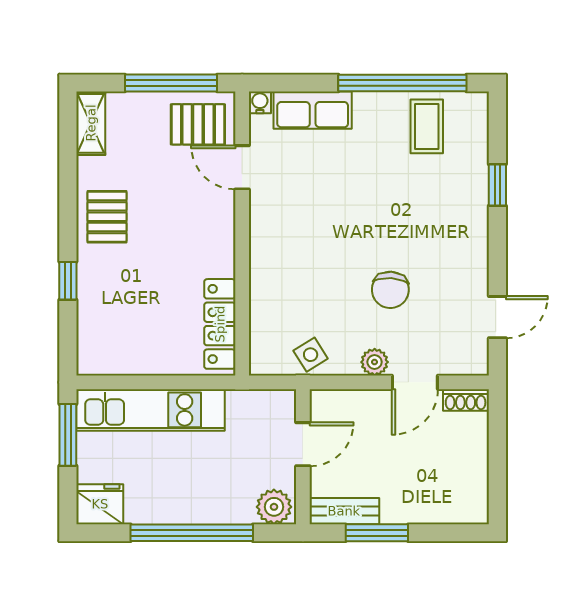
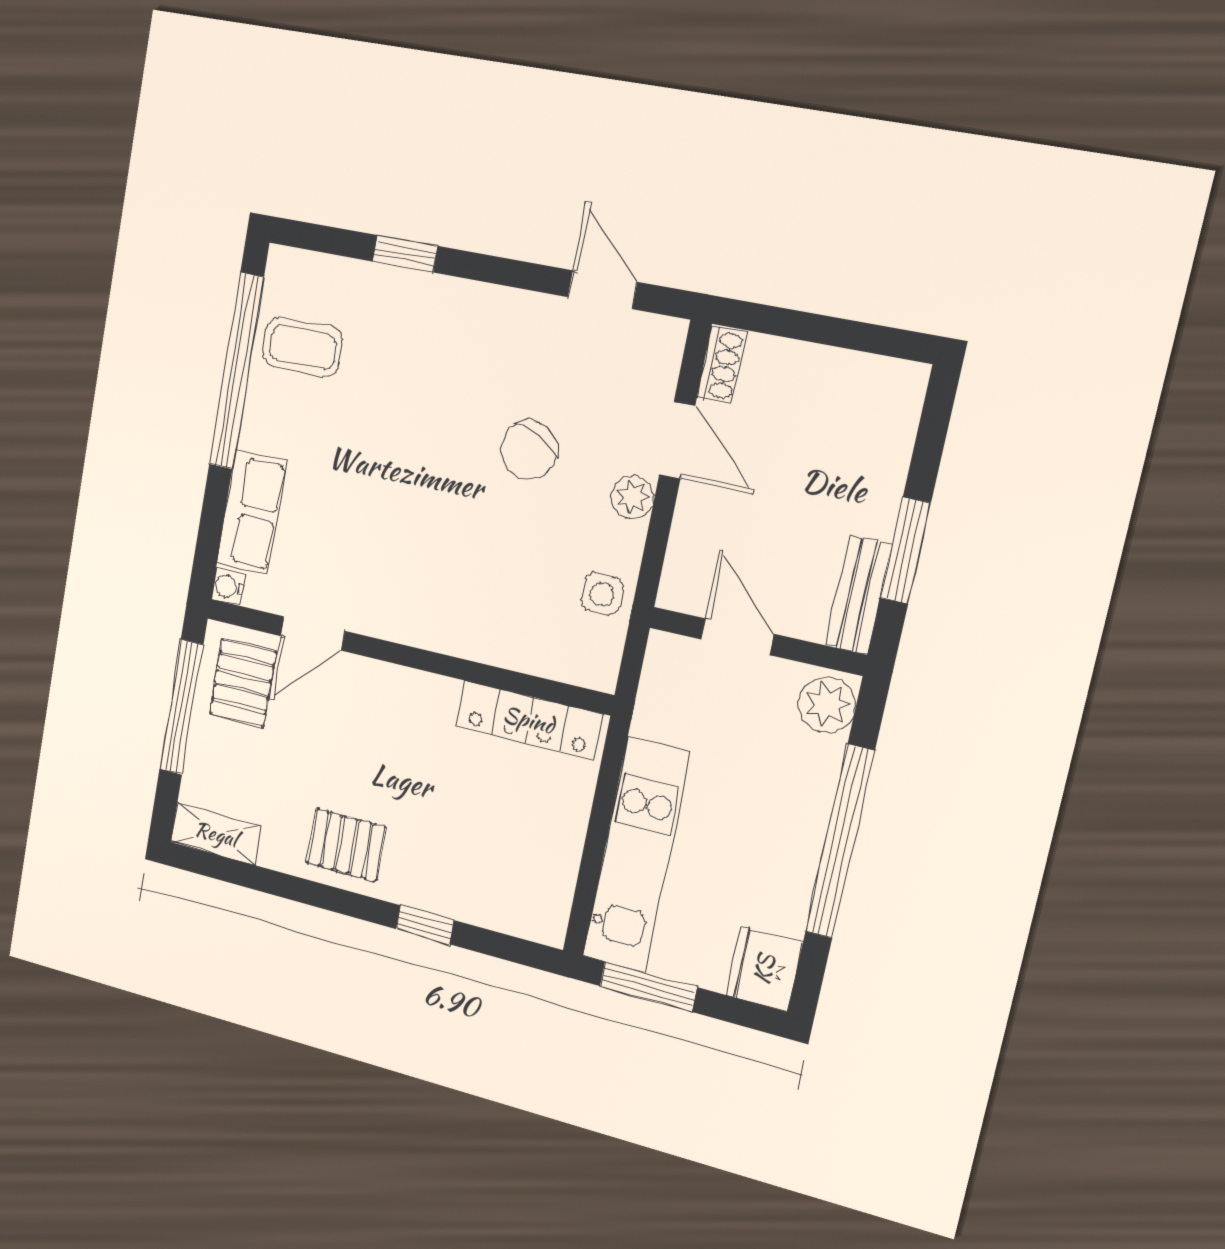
chair: (390, 290) -> (529, 450), turned 114
side table: (311, 355) -> (602, 594), turned 32

